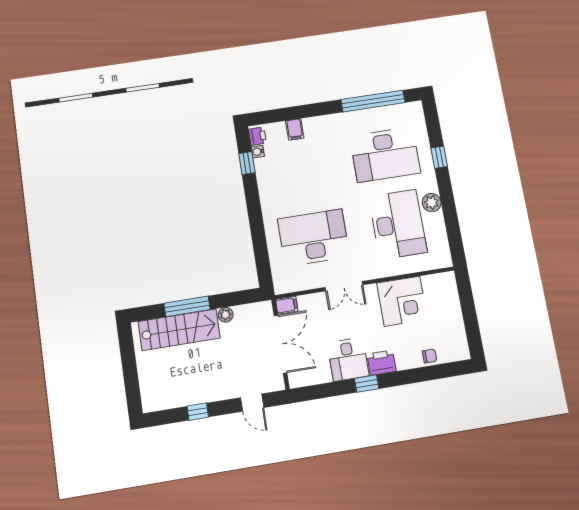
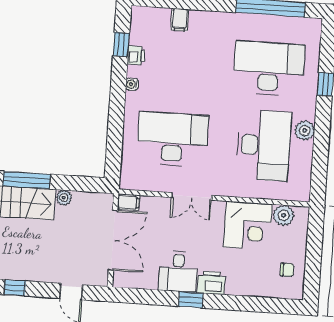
printer: (257, 136) -> (136, 55), moved
water cooler: (258, 152) -> (132, 84), moved
desk: (385, 155) -> (269, 68), turned 180
plant: (432, 284) -> (284, 215), added
chair: (430, 356) -> (287, 270), moved

